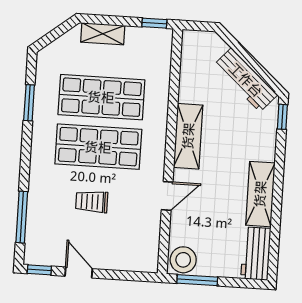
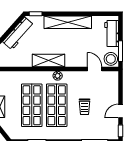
plant: (157, 152) -> (58, 76), added
shelving: (260, 194) -> (68, 22), width x1.47
door: (167, 196) -> (95, 69), moved
workbench: (256, 254) -> (112, 33), moved, turned 90

